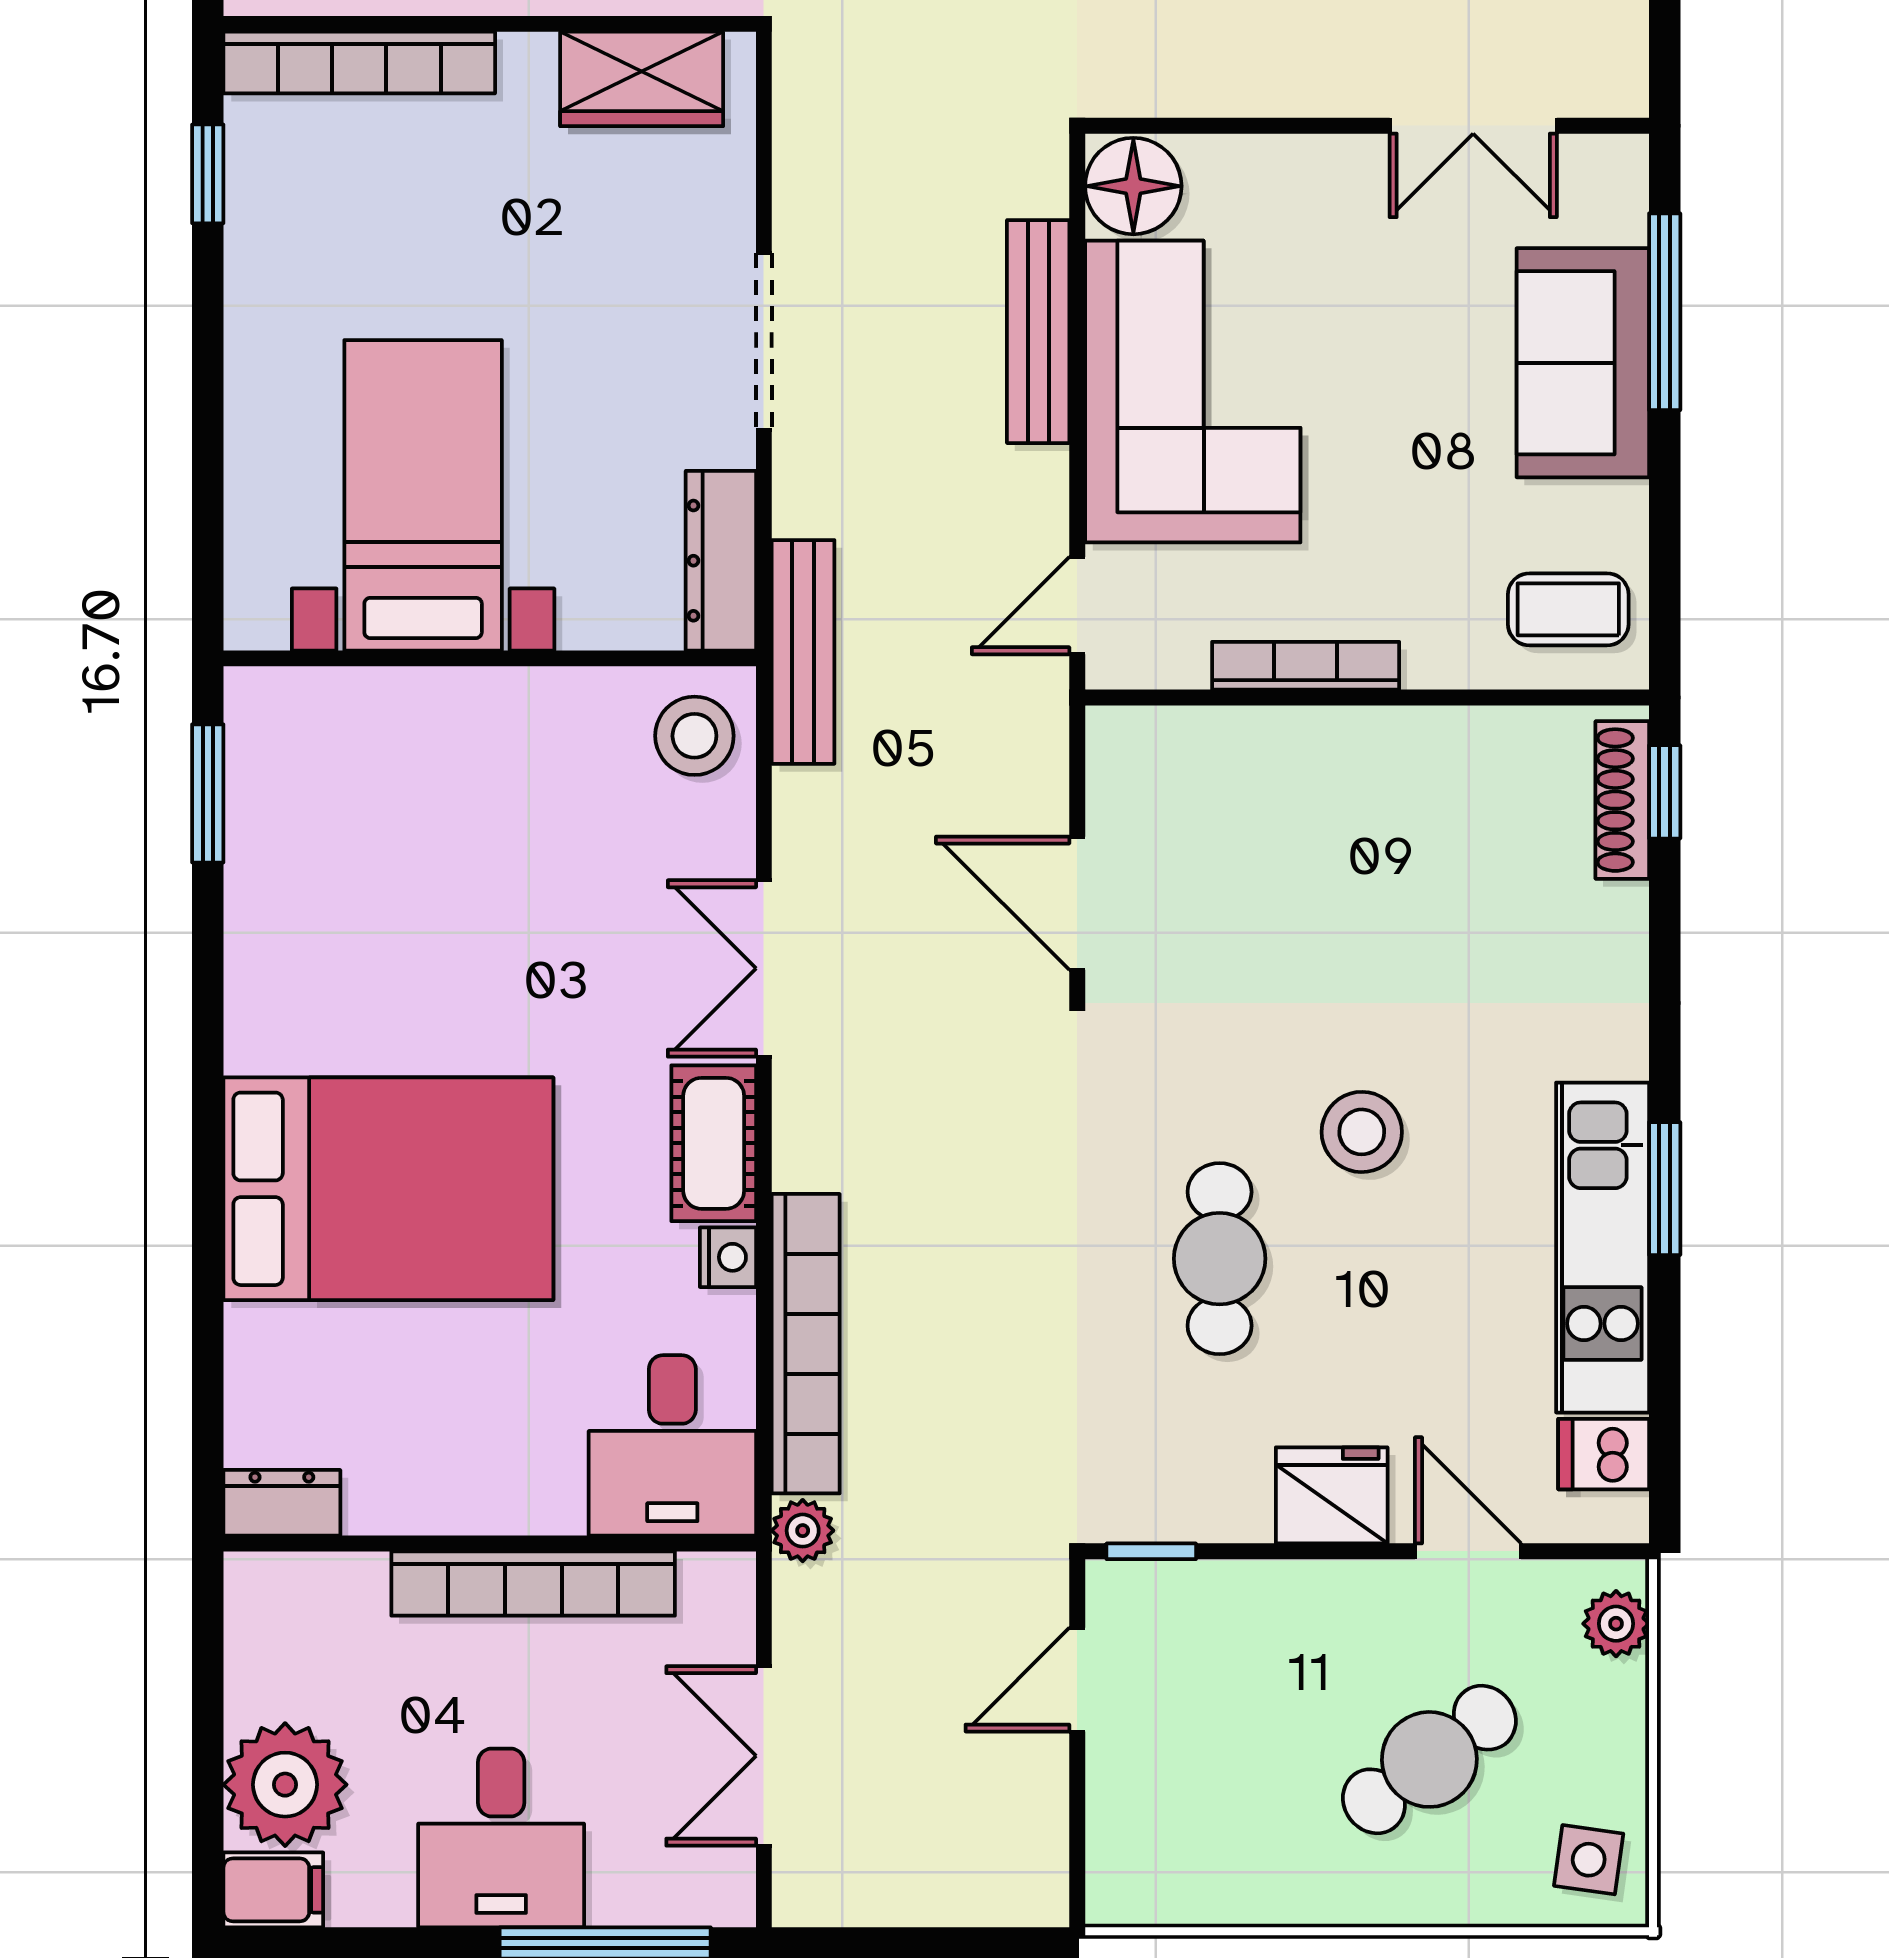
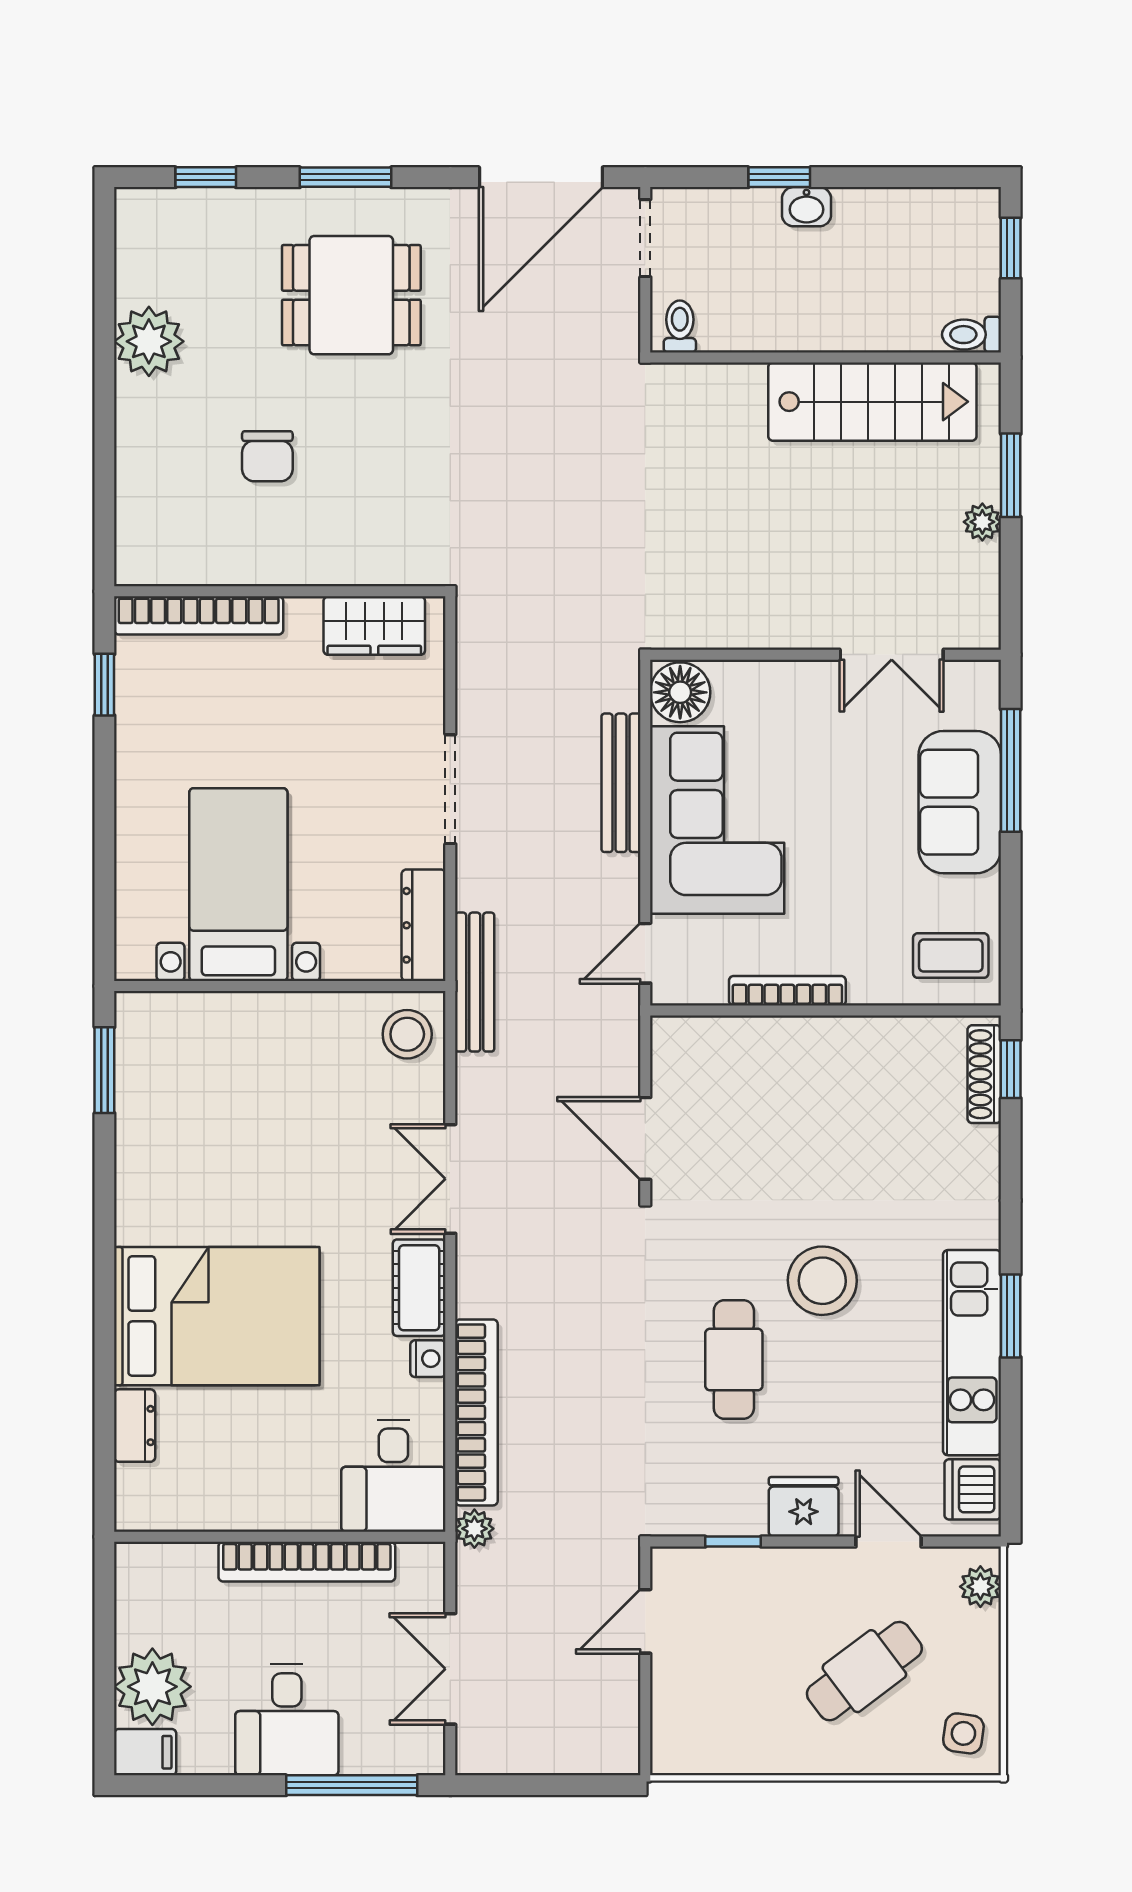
stool: (1362, 1132) -> (822, 1281), width x1.38, depth x1.38
dishwasher: (1604, 1454) -> (973, 1489), width x1.38
dresser: (282, 1503) -> (135, 1426), moved, turned 90
window: (1151, 1551) -> (733, 1542), moved

